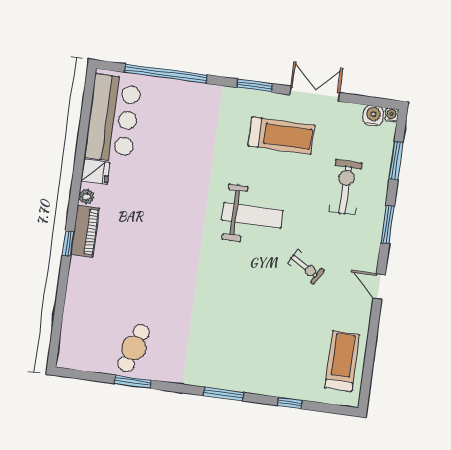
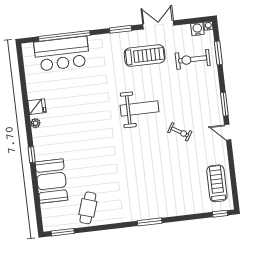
bar counter: (113, 118) -> (62, 54), moved, turned 90
exercise bike: (345, 187) -> (193, 59), moved, turned -90
window: (387, 224) -> (224, 104), moved
piano: (85, 231) -> (40, 144), removed
booth: (88, 292) -> (51, 181), added
window: (133, 382) -> (63, 232), moved
window: (290, 403) -> (220, 214), moved

